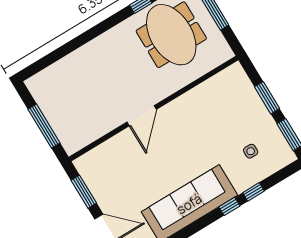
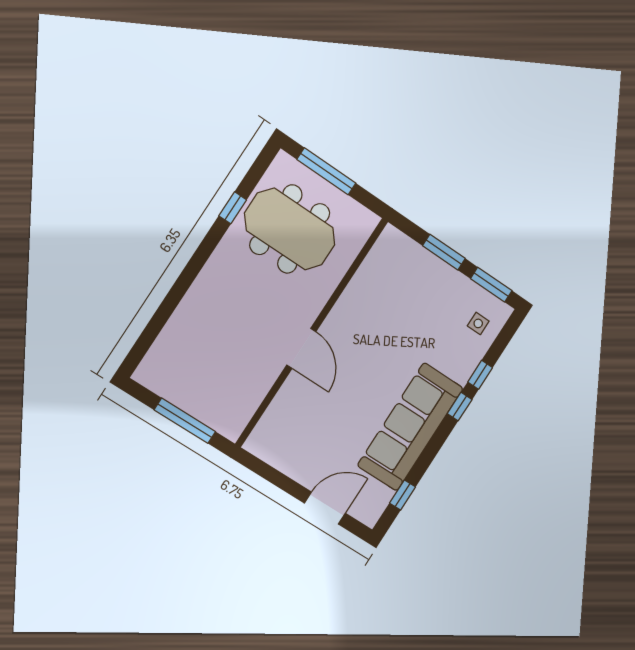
side table: (251, 151) -> (478, 323), moved
window: (84, 192) -> (275, 477), removed

